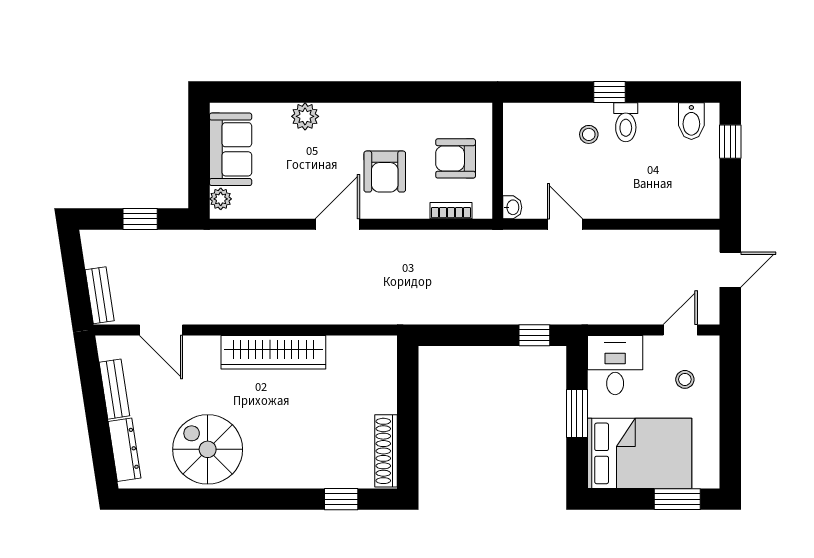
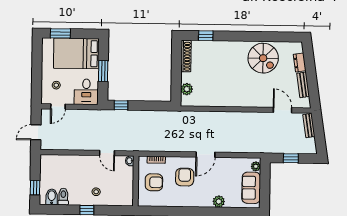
toilet: (626, 122) -> (63, 197), moved
wardrobe: (273, 352) -> (234, 100), removed
plant: (383, 375) -> (187, 89), added
dresser: (124, 450) -> (300, 63), width x0.70

